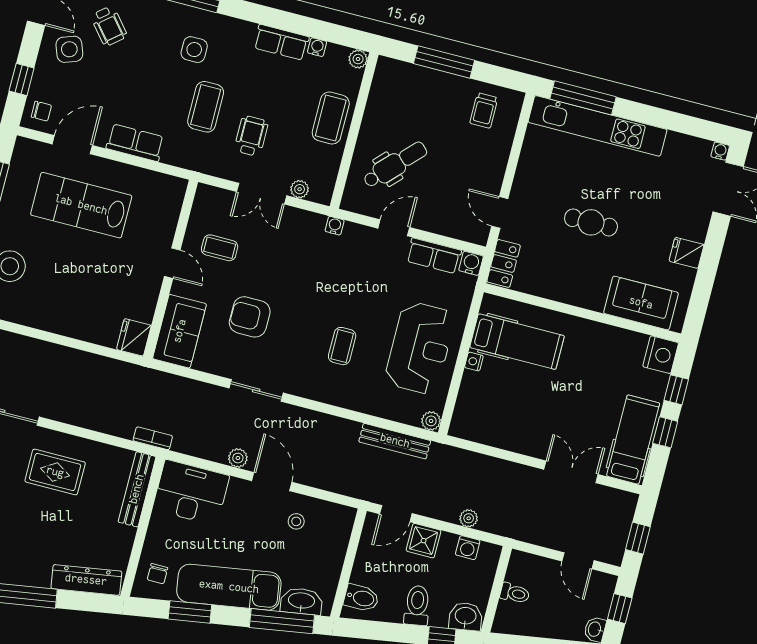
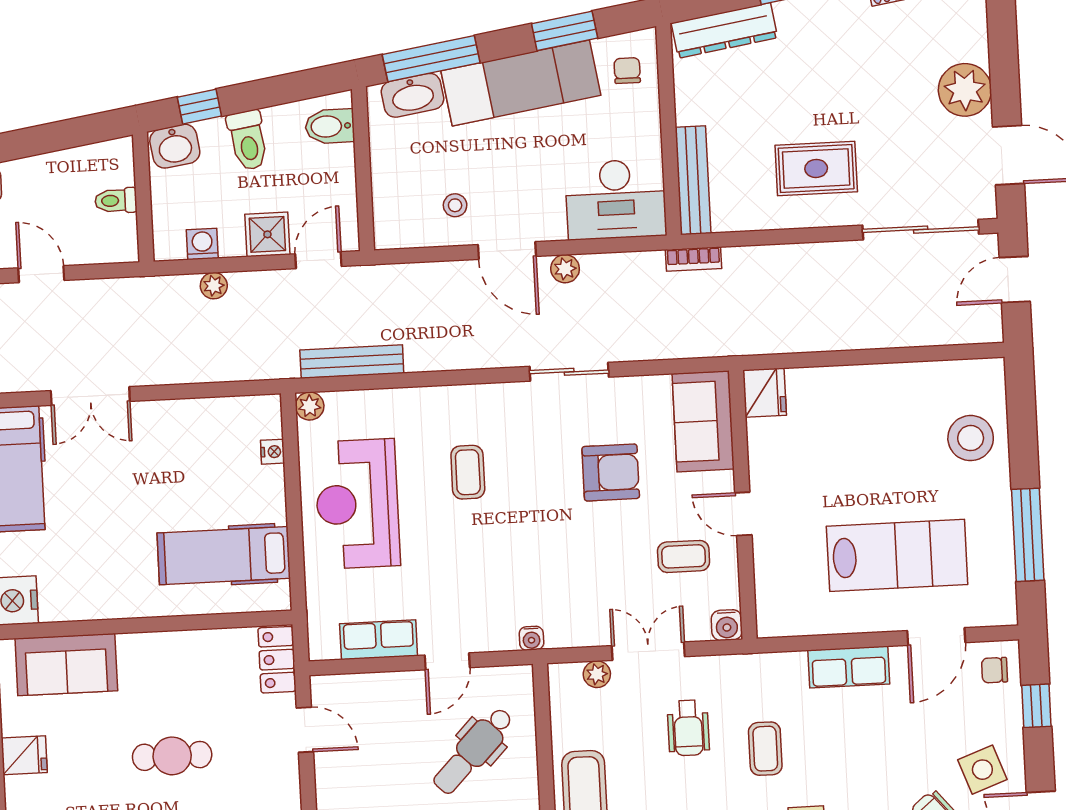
coffee table: (206, 107) -> (765, 749), width x0.73, depth x0.77
water cooler: (471, 263) -> (727, 625), moved
nightstand: (474, 362) -> (273, 452), moved

